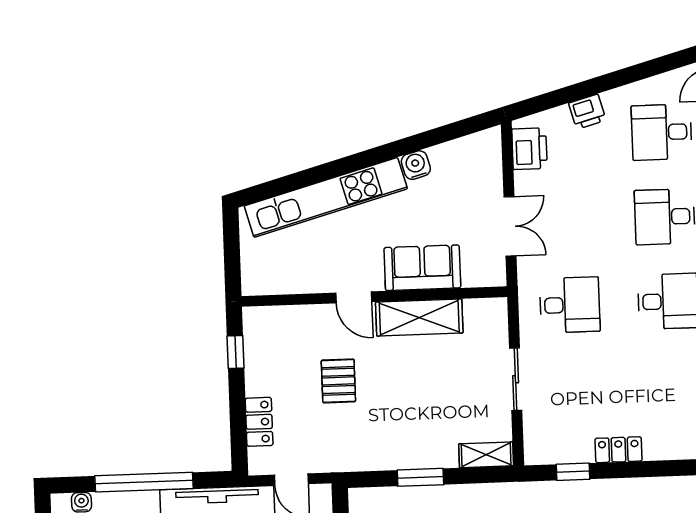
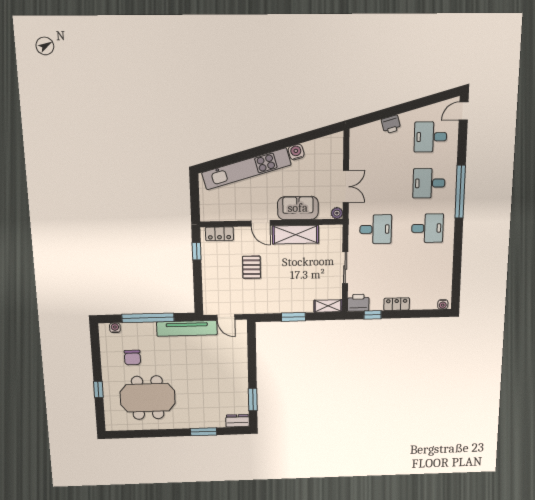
printer: (529, 149) -> (358, 303), moved, turned -90
plant: (495, 276) -> (337, 213), added
locker: (259, 422) -> (219, 234), moved, turned 90

